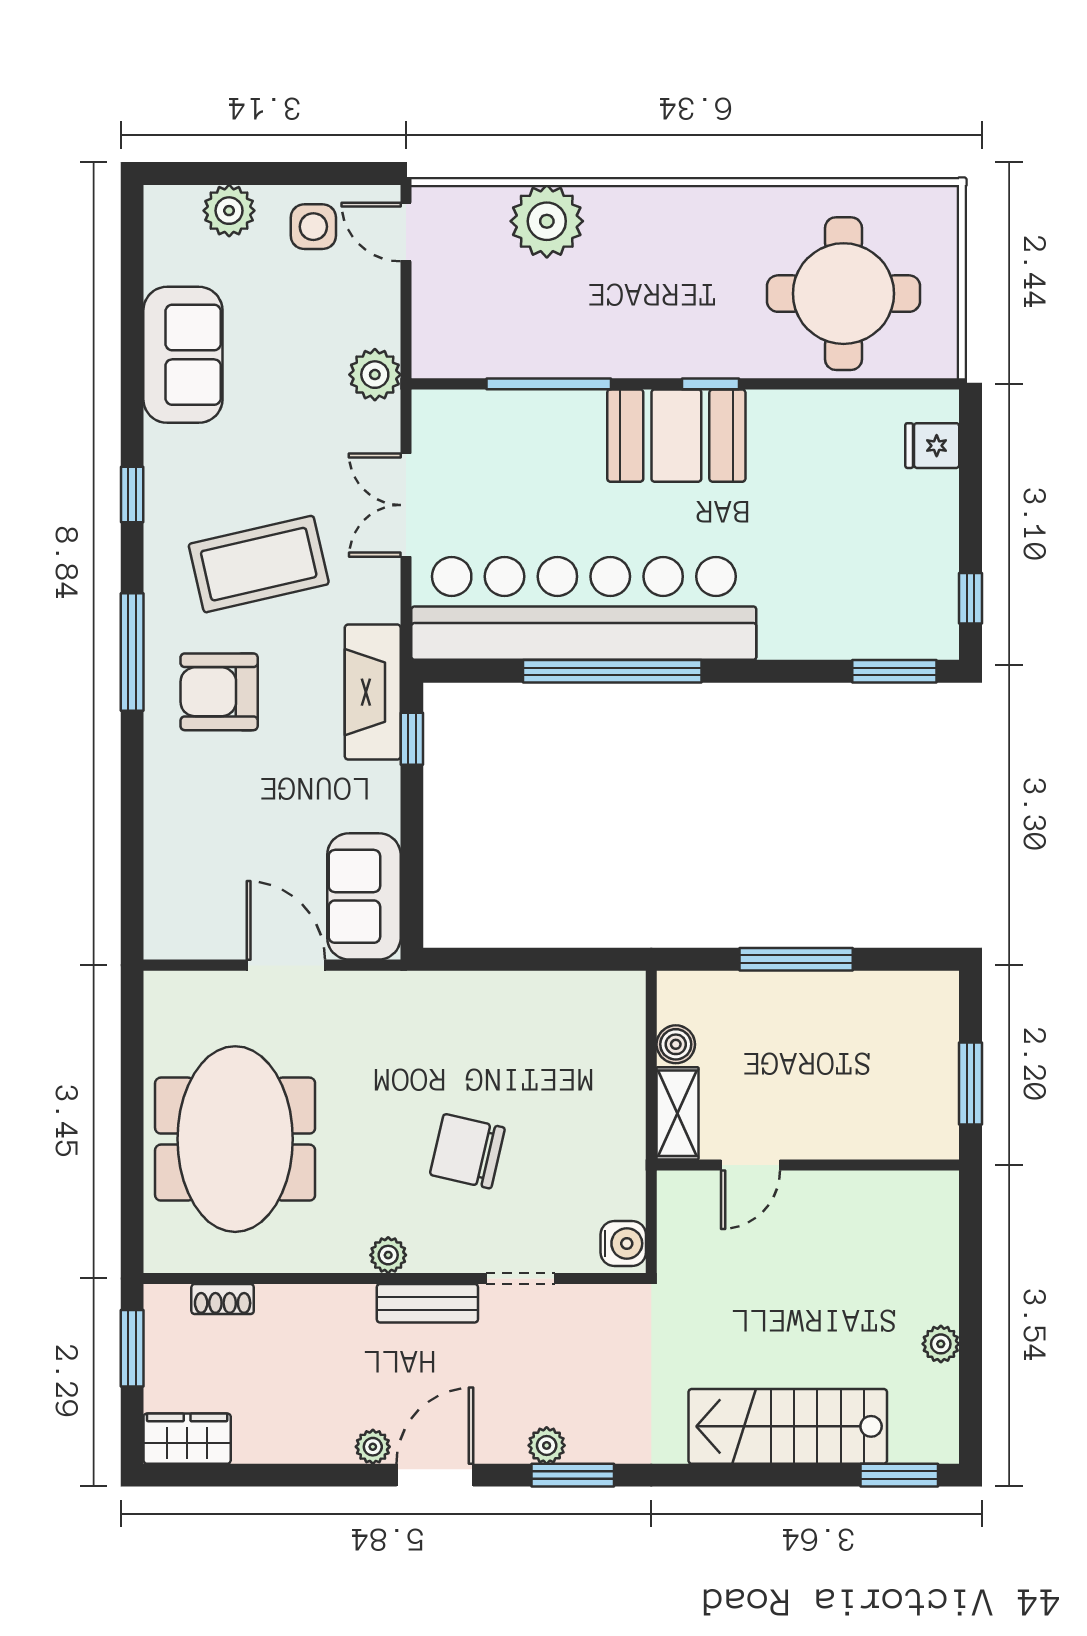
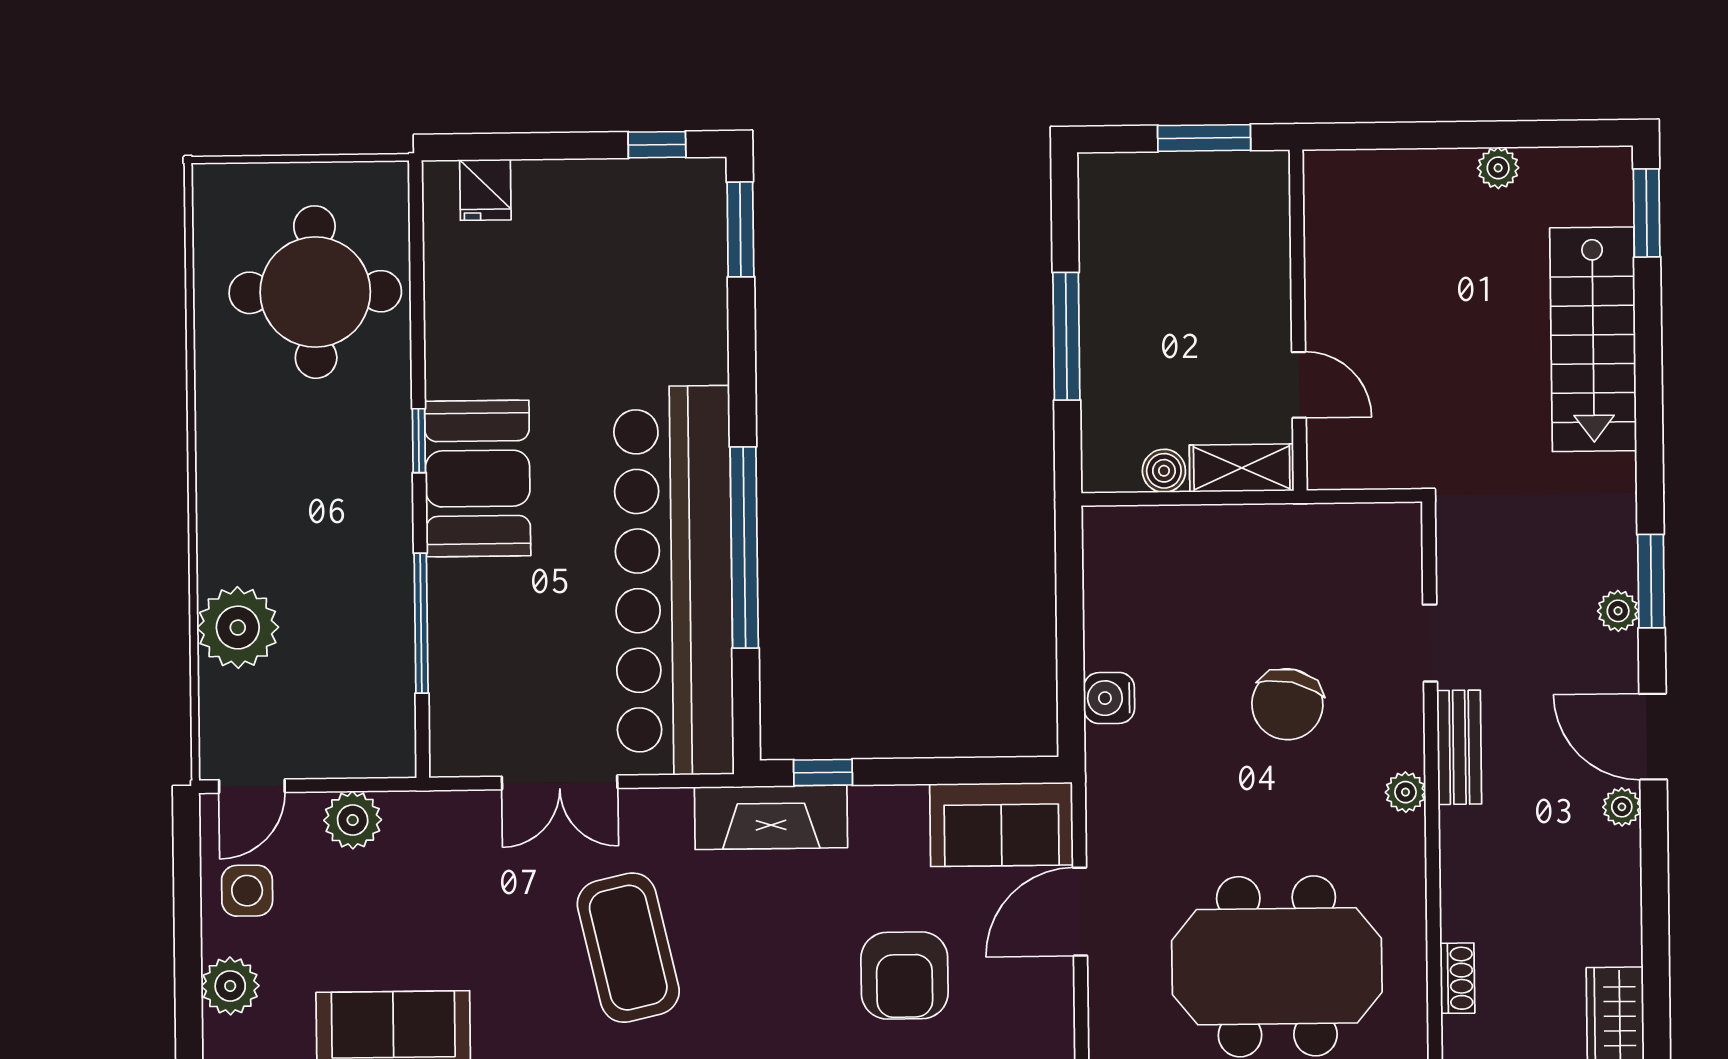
plant: (375, 375) -> (353, 820), moved
armchair: (219, 692) -> (904, 975), moved
water cooler: (623, 1243) -> (1109, 698), moved, turned -90

